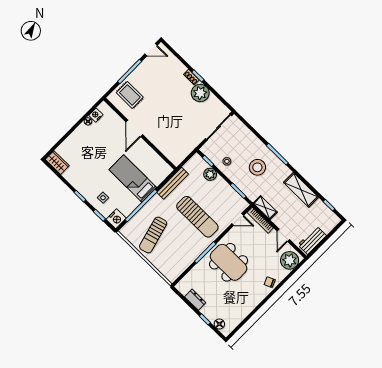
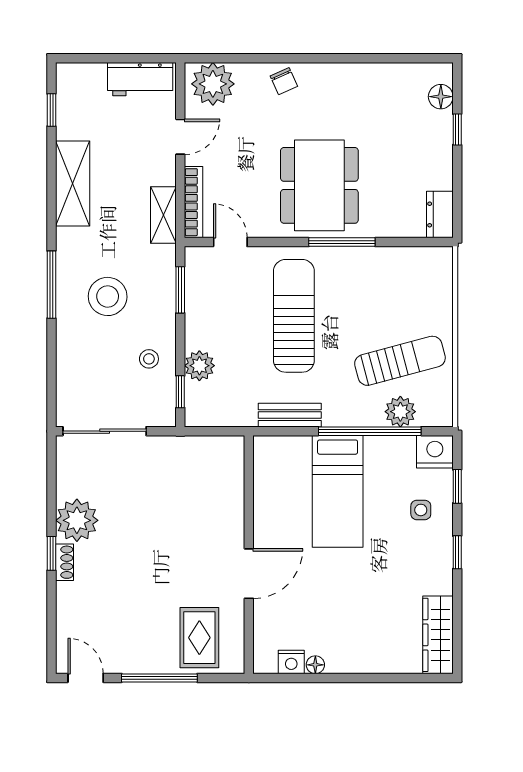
wardrobe: (57, 163) -> (438, 635), width x1.50
bench: (173, 183) -> (290, 415), width x0.73
plant: (138, 220) -> (400, 412), added
dresser: (195, 300) -> (440, 214), moved

